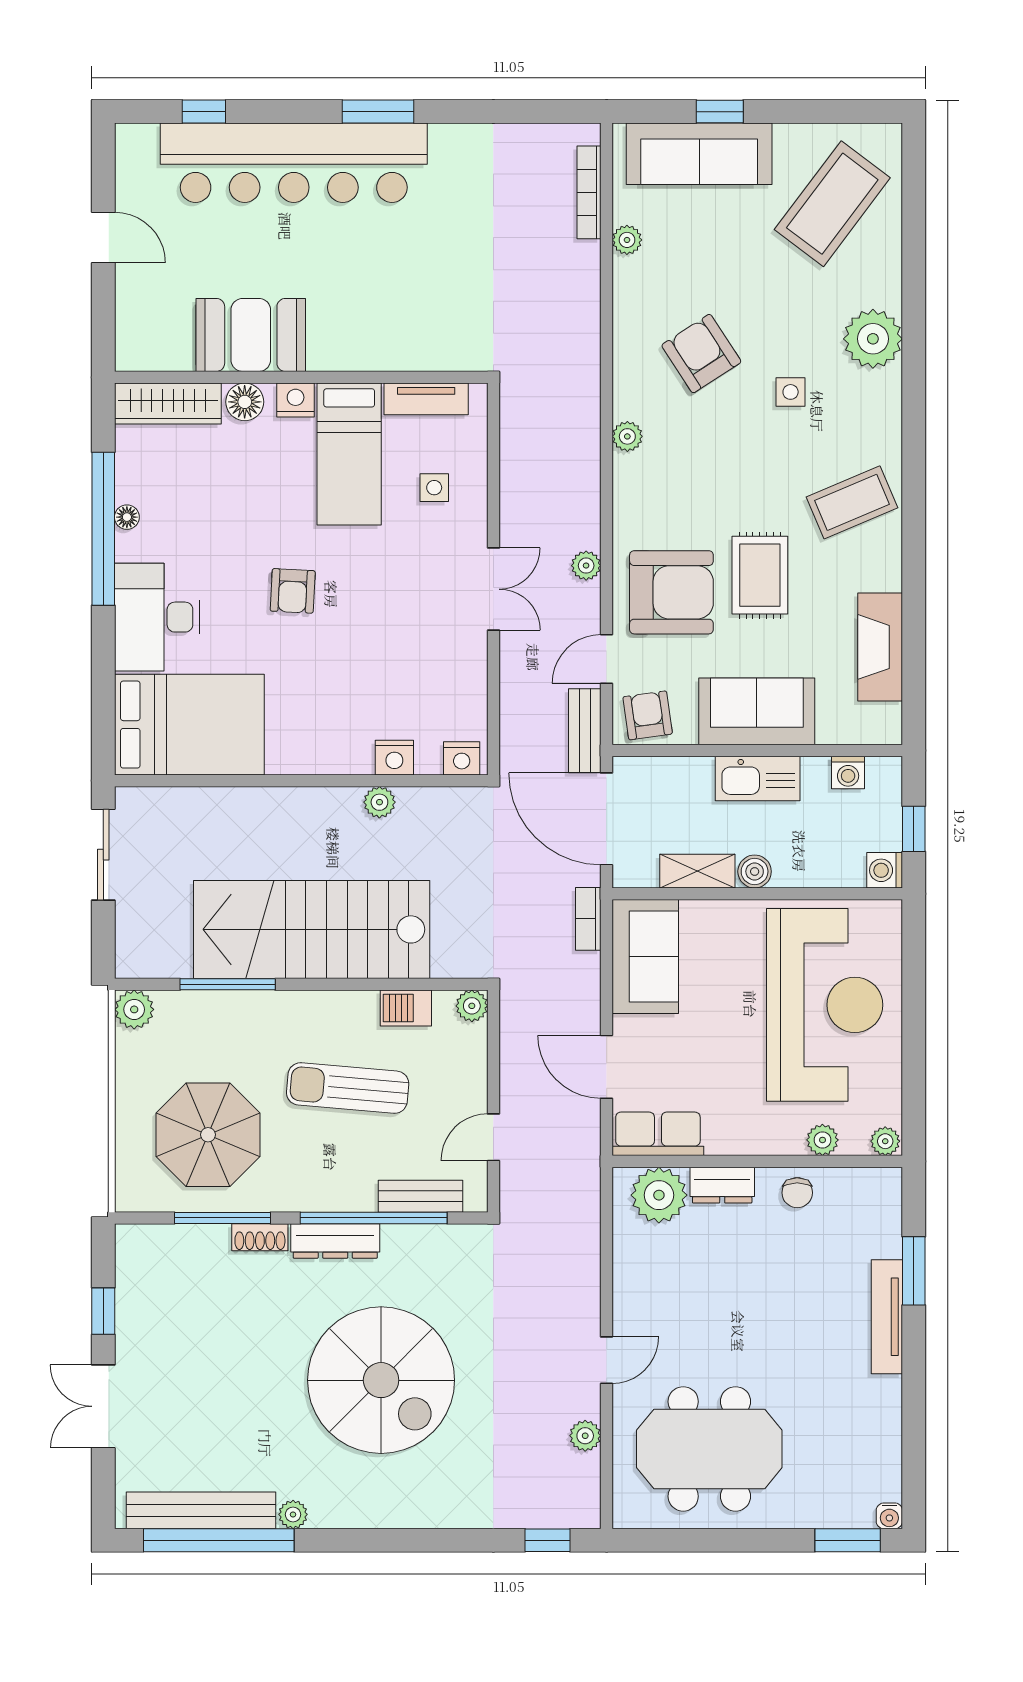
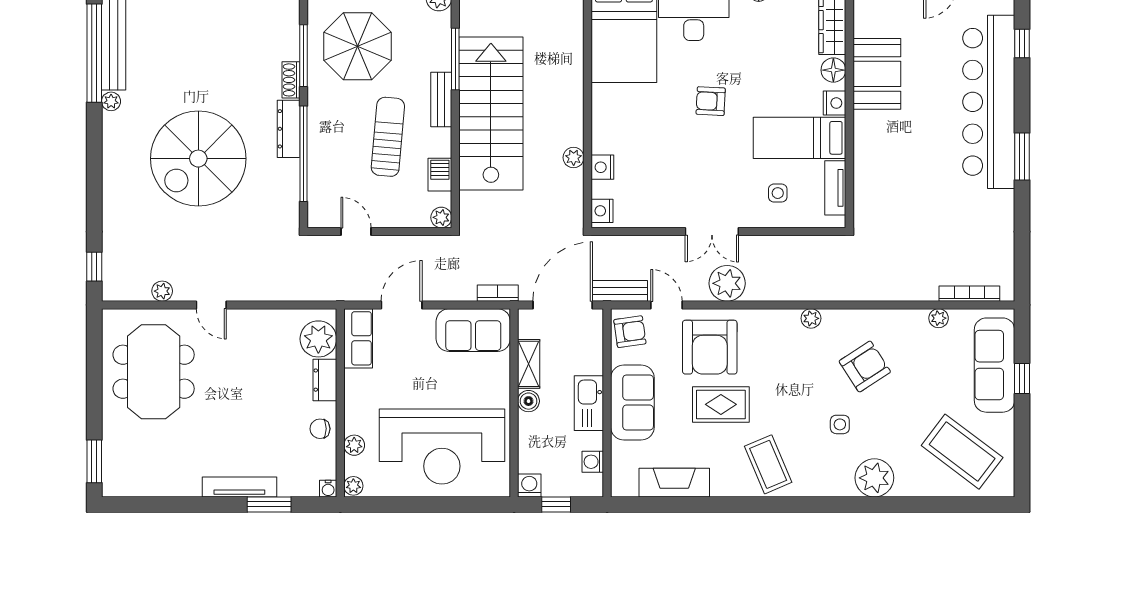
plant: (586, 566) -> (727, 283), width x1.88, depth x1.88
bench: (420, 1196) -> (441, 99), moved
water cooler: (889, 1516) -> (328, 489), moved, turned -90

